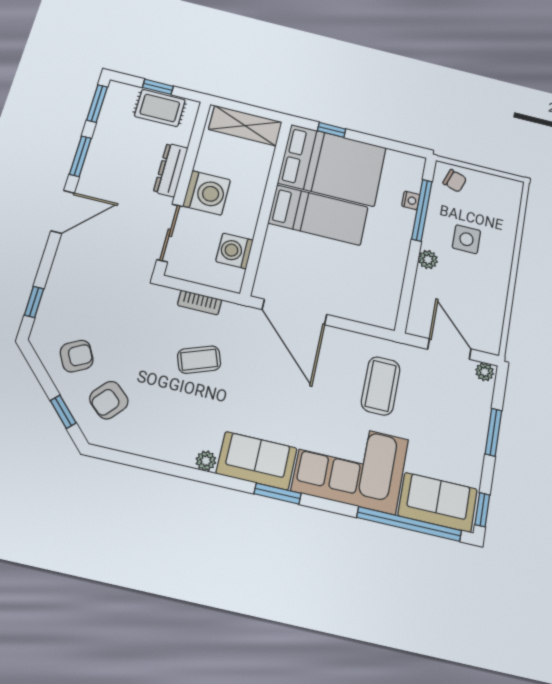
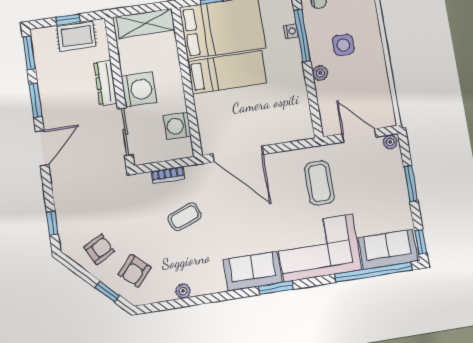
plant: (206, 461) -> (183, 291), moved

